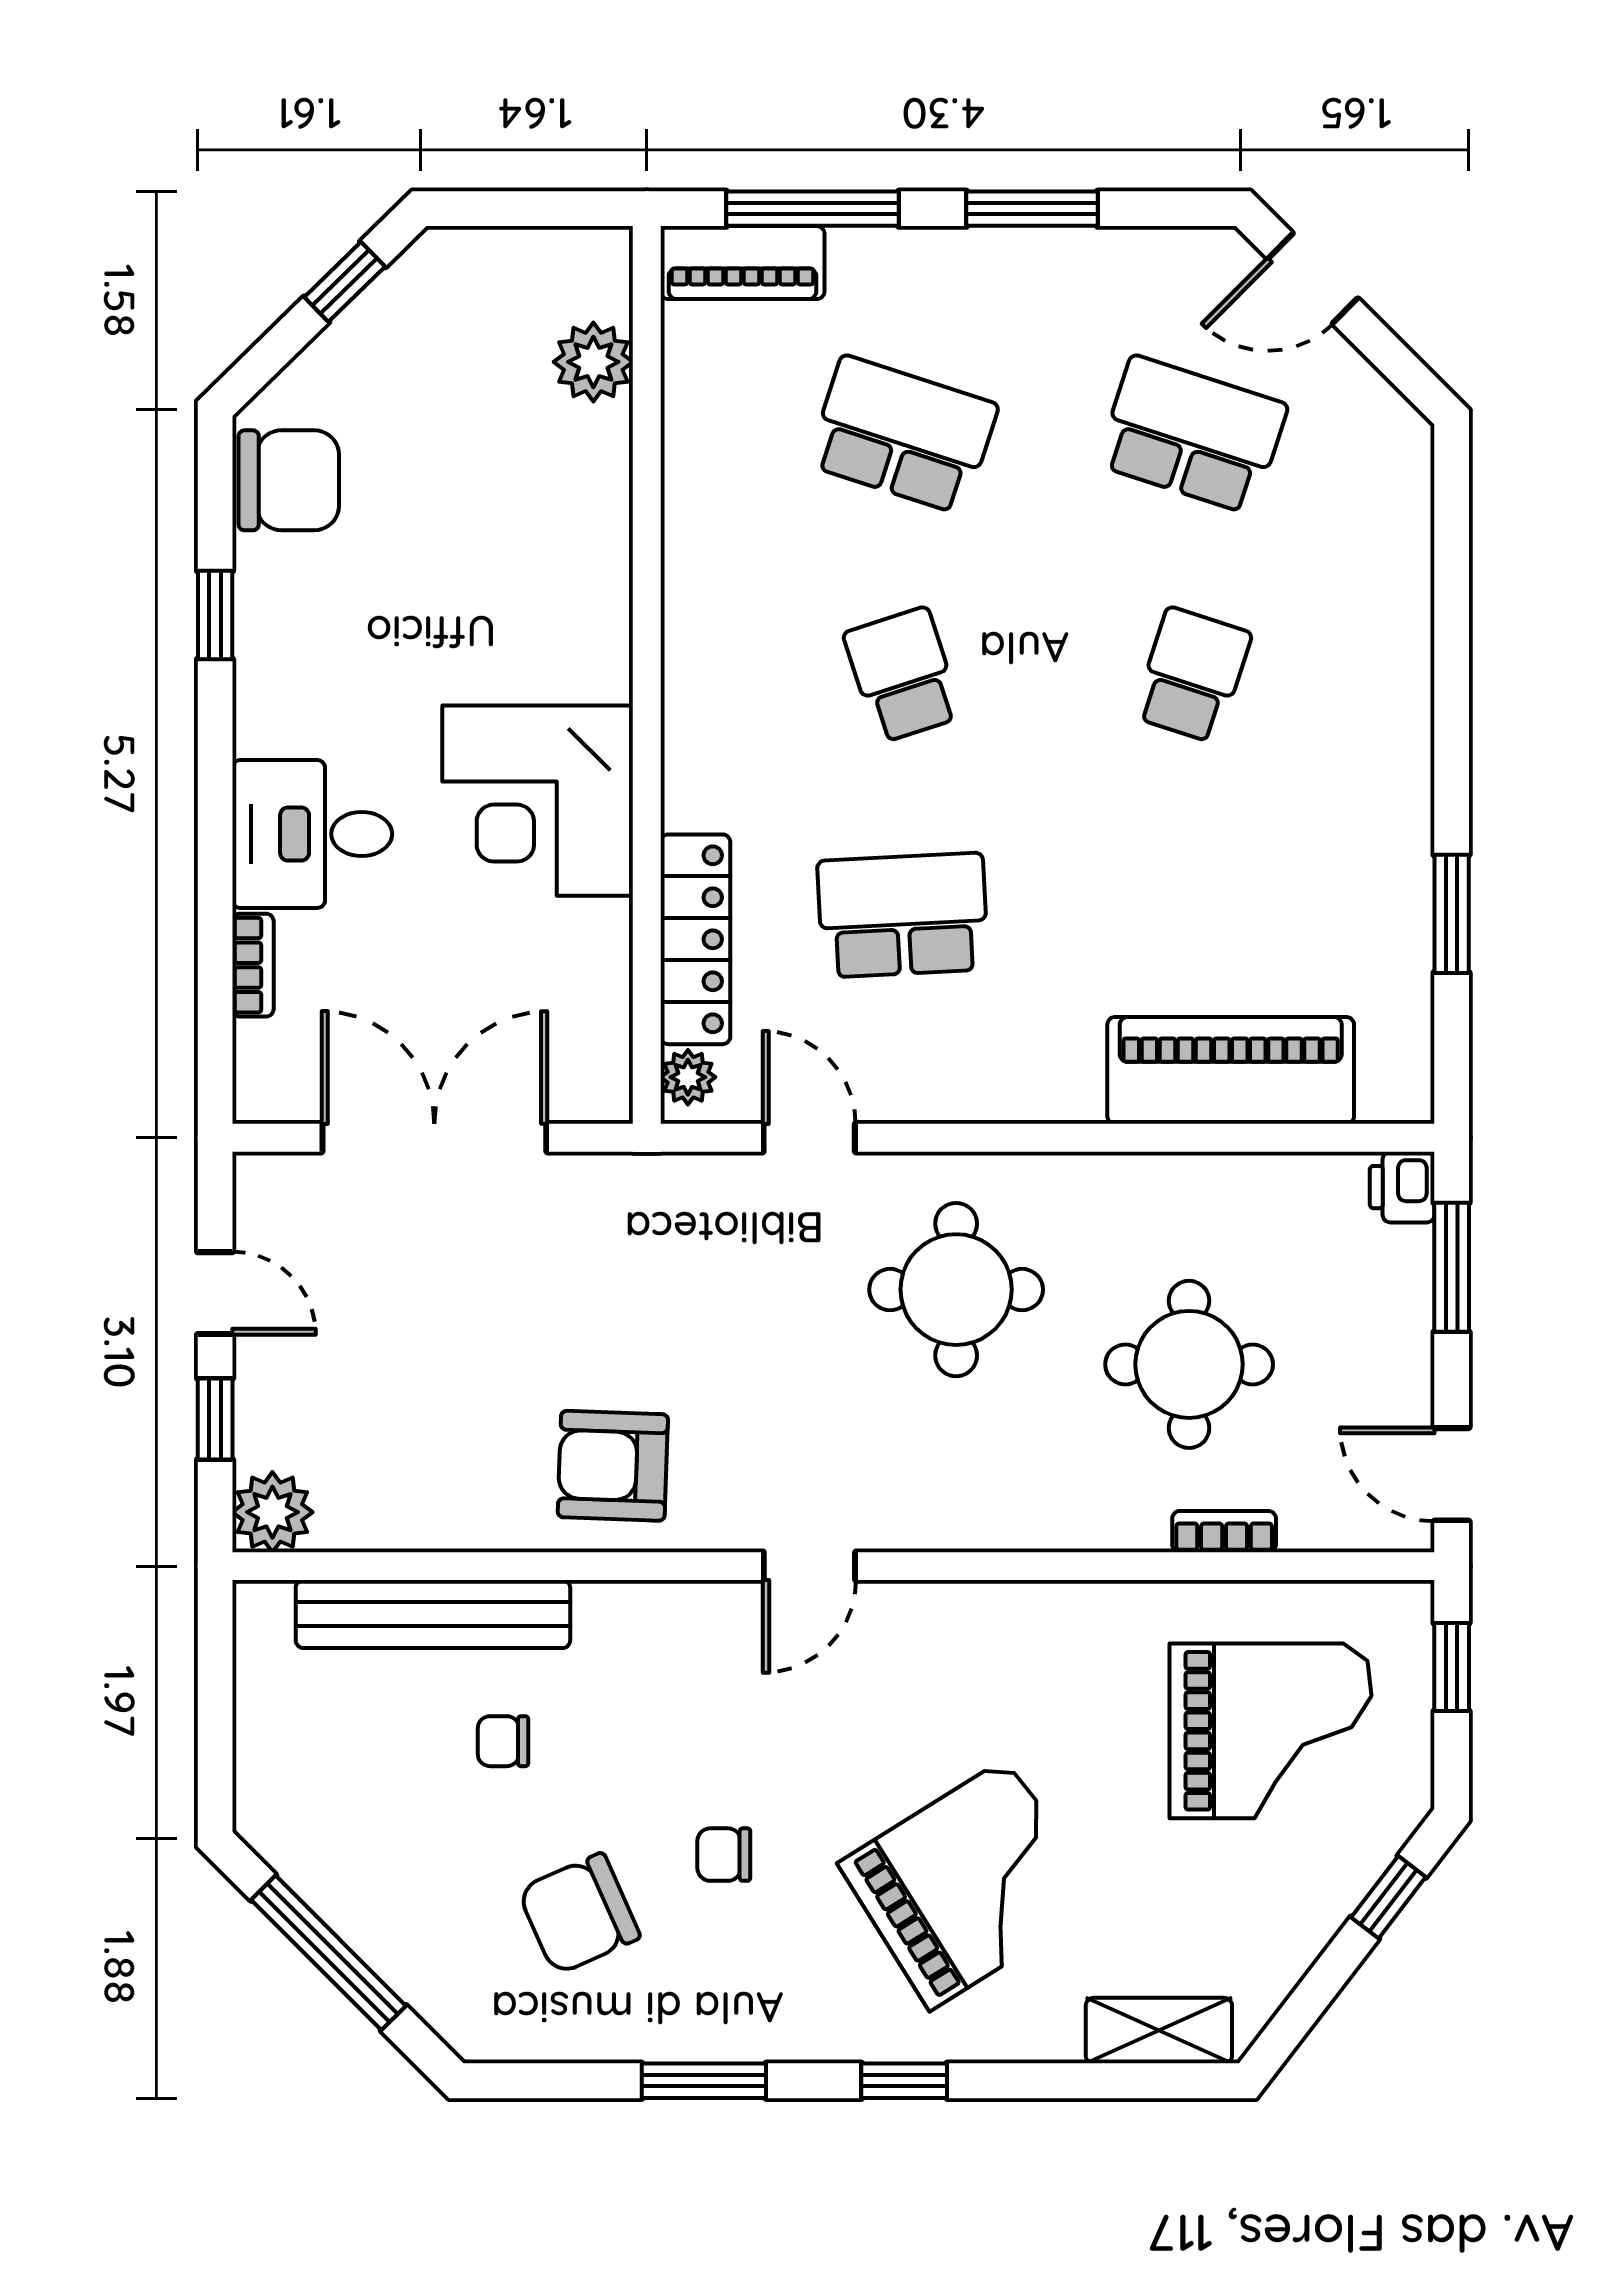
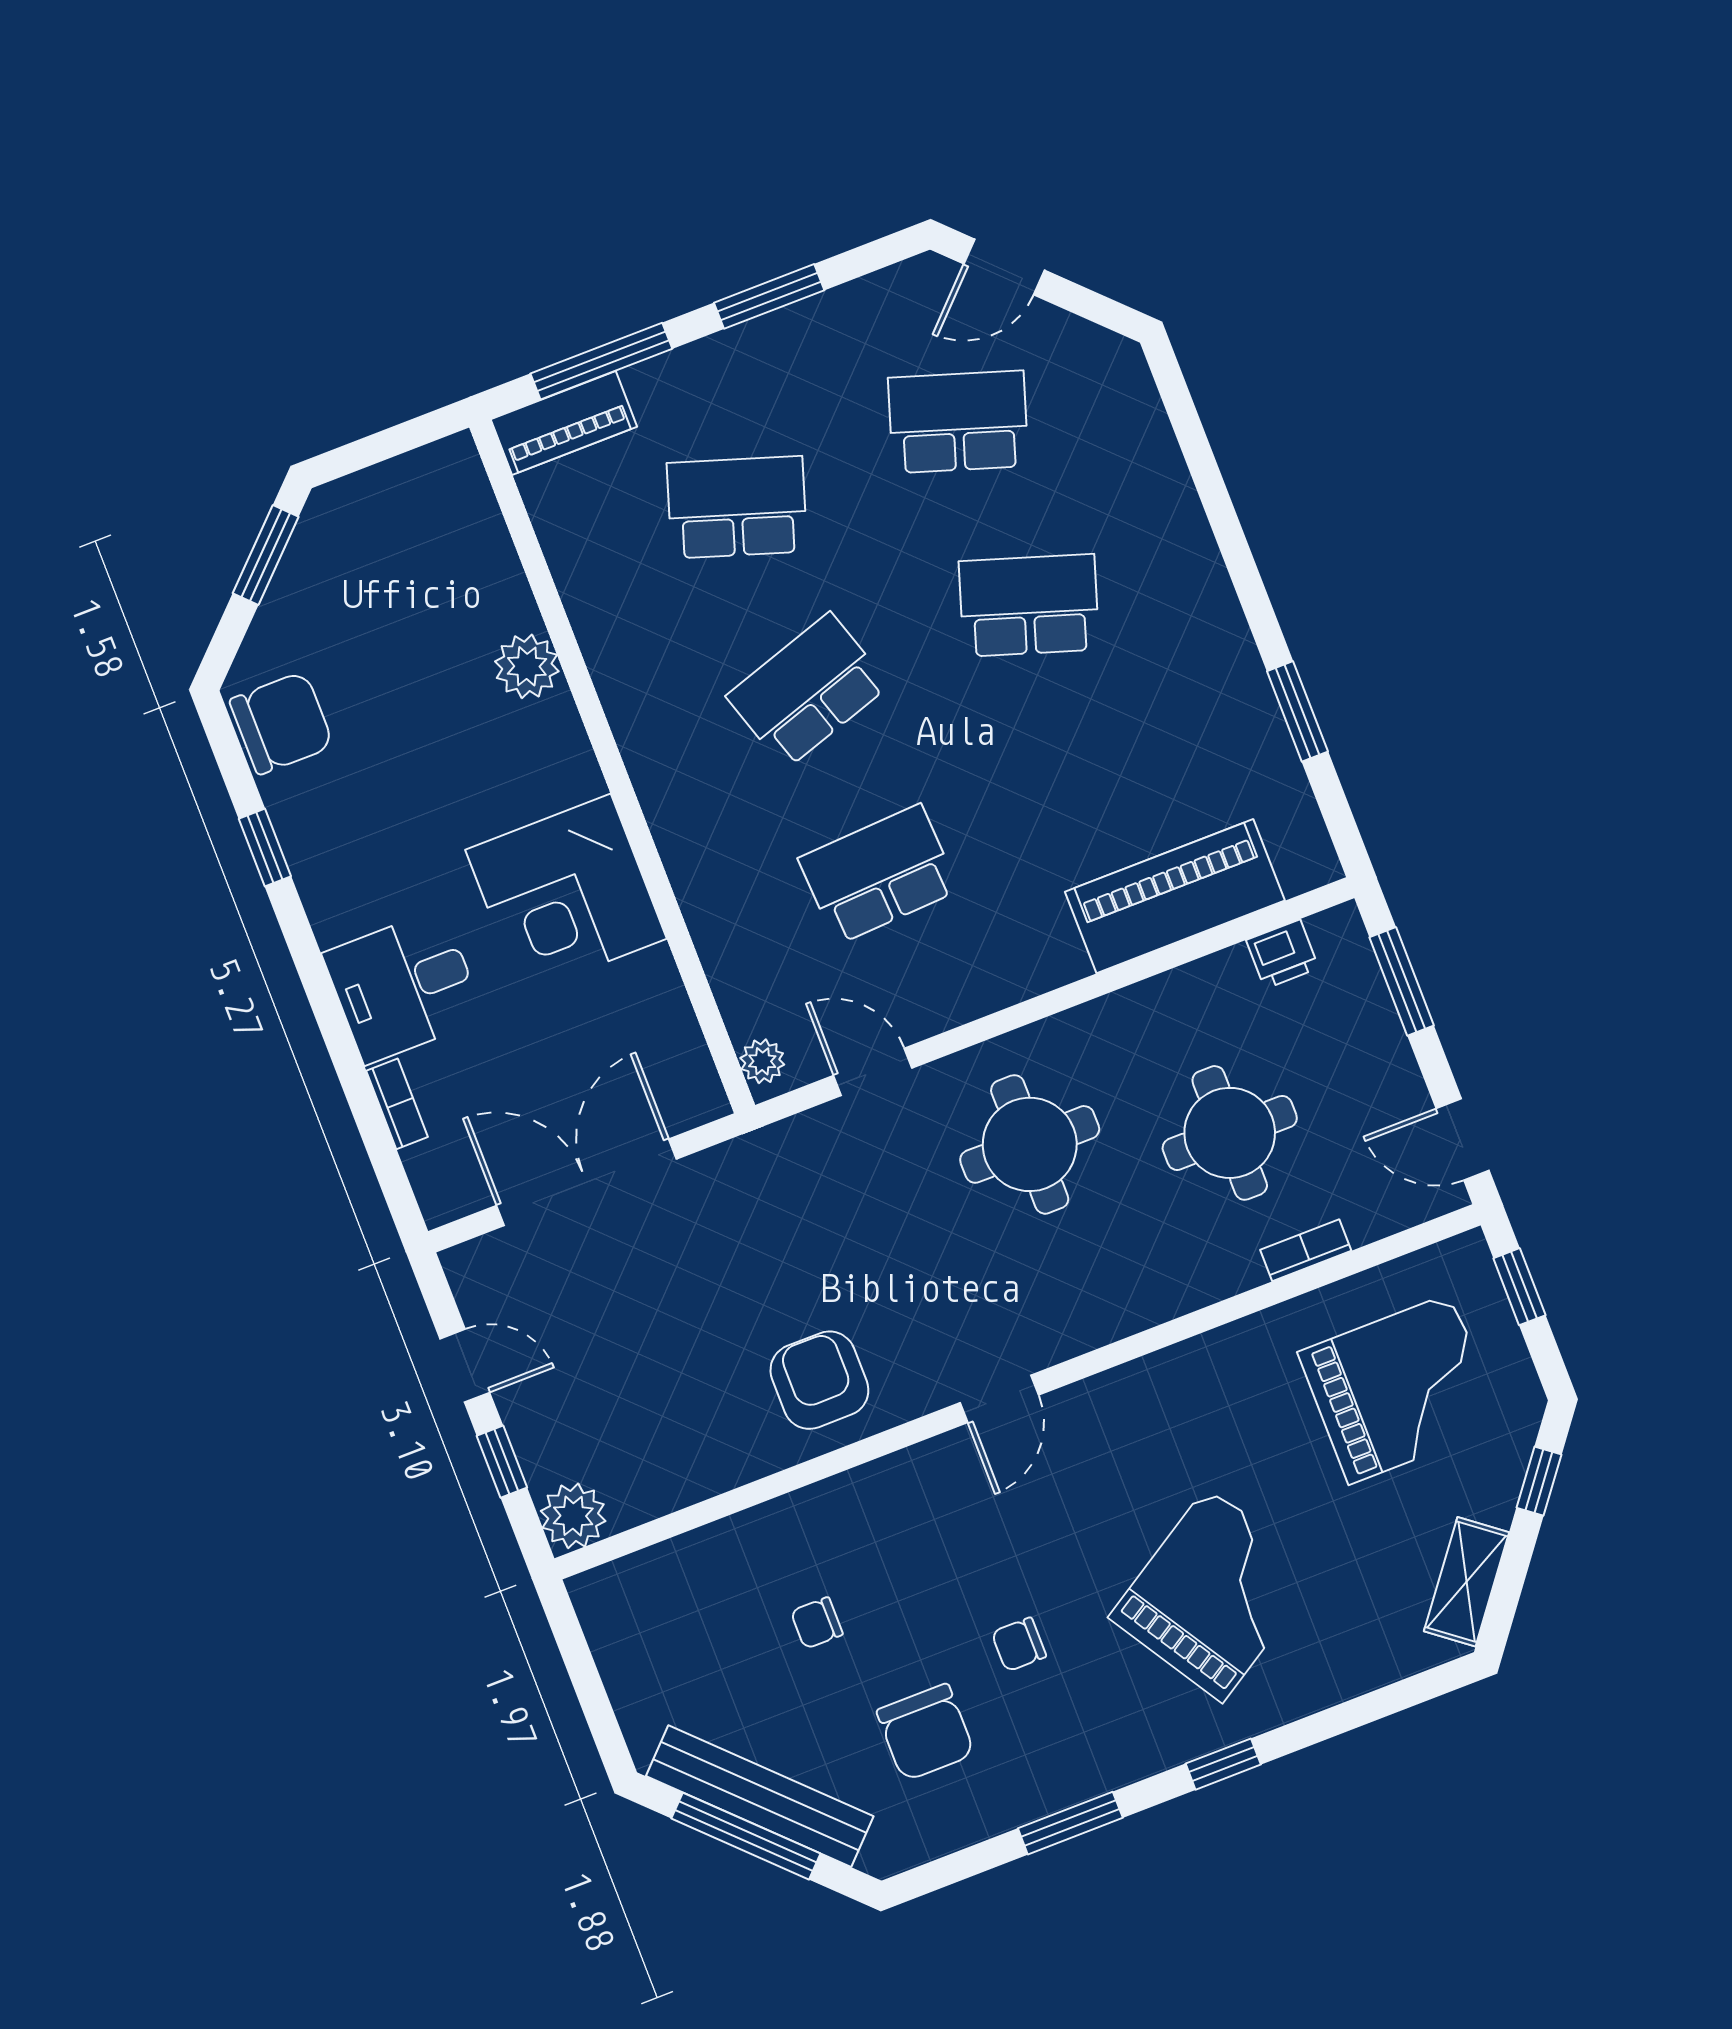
window: (345, 282) -> (266, 555), width x1.50
plant: (593, 362) -> (527, 666), moved
school desk: (903, 675) -> (808, 691), width x1.85
school desk: (1192, 675) -> (1029, 605), width x1.85
locker: (695, 939) -> (727, 954), removed
printer: (1402, 1187) -> (1282, 954), moved, turned -90
armchair: (613, 1466) -> (819, 1380), turned 88
bench: (433, 1614) -> (760, 1796), moved, turned 45
chair: (579, 1914) -> (926, 1732), turned -66
shelving: (1159, 2031) -> (1467, 1582), moved, turned -52

